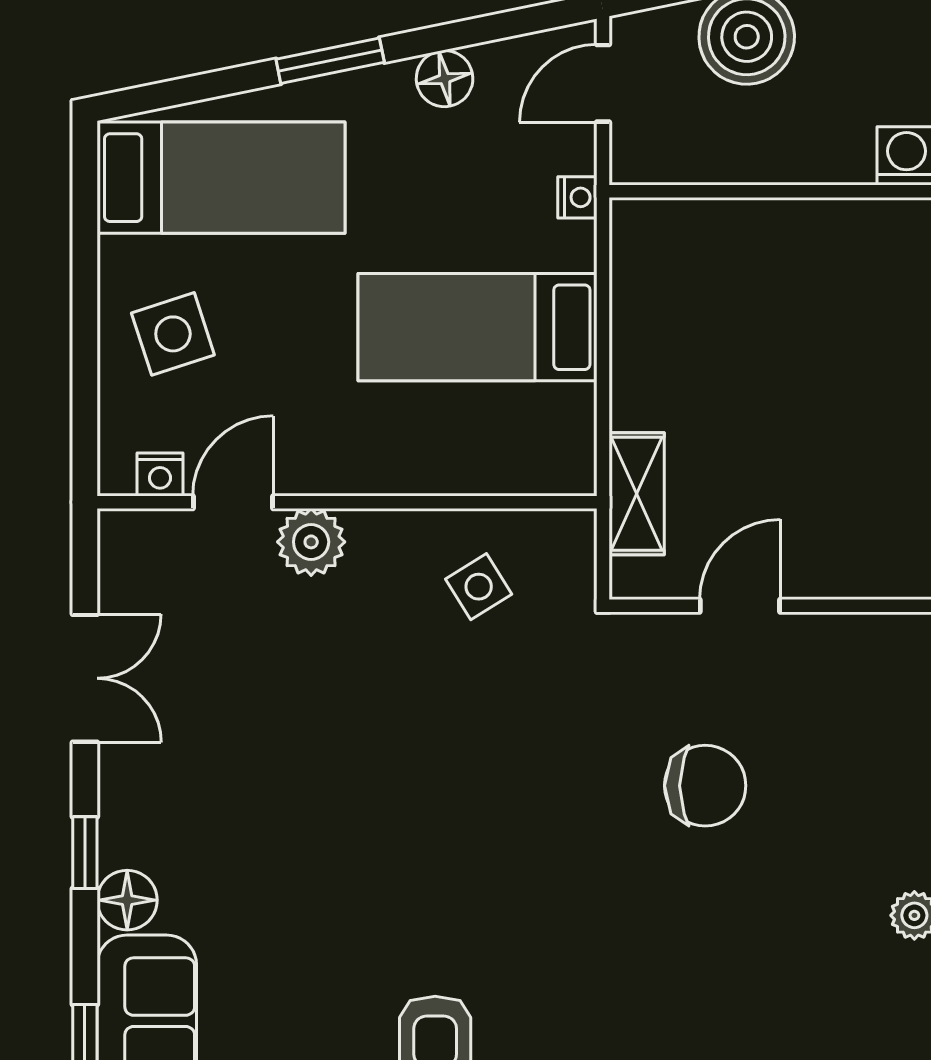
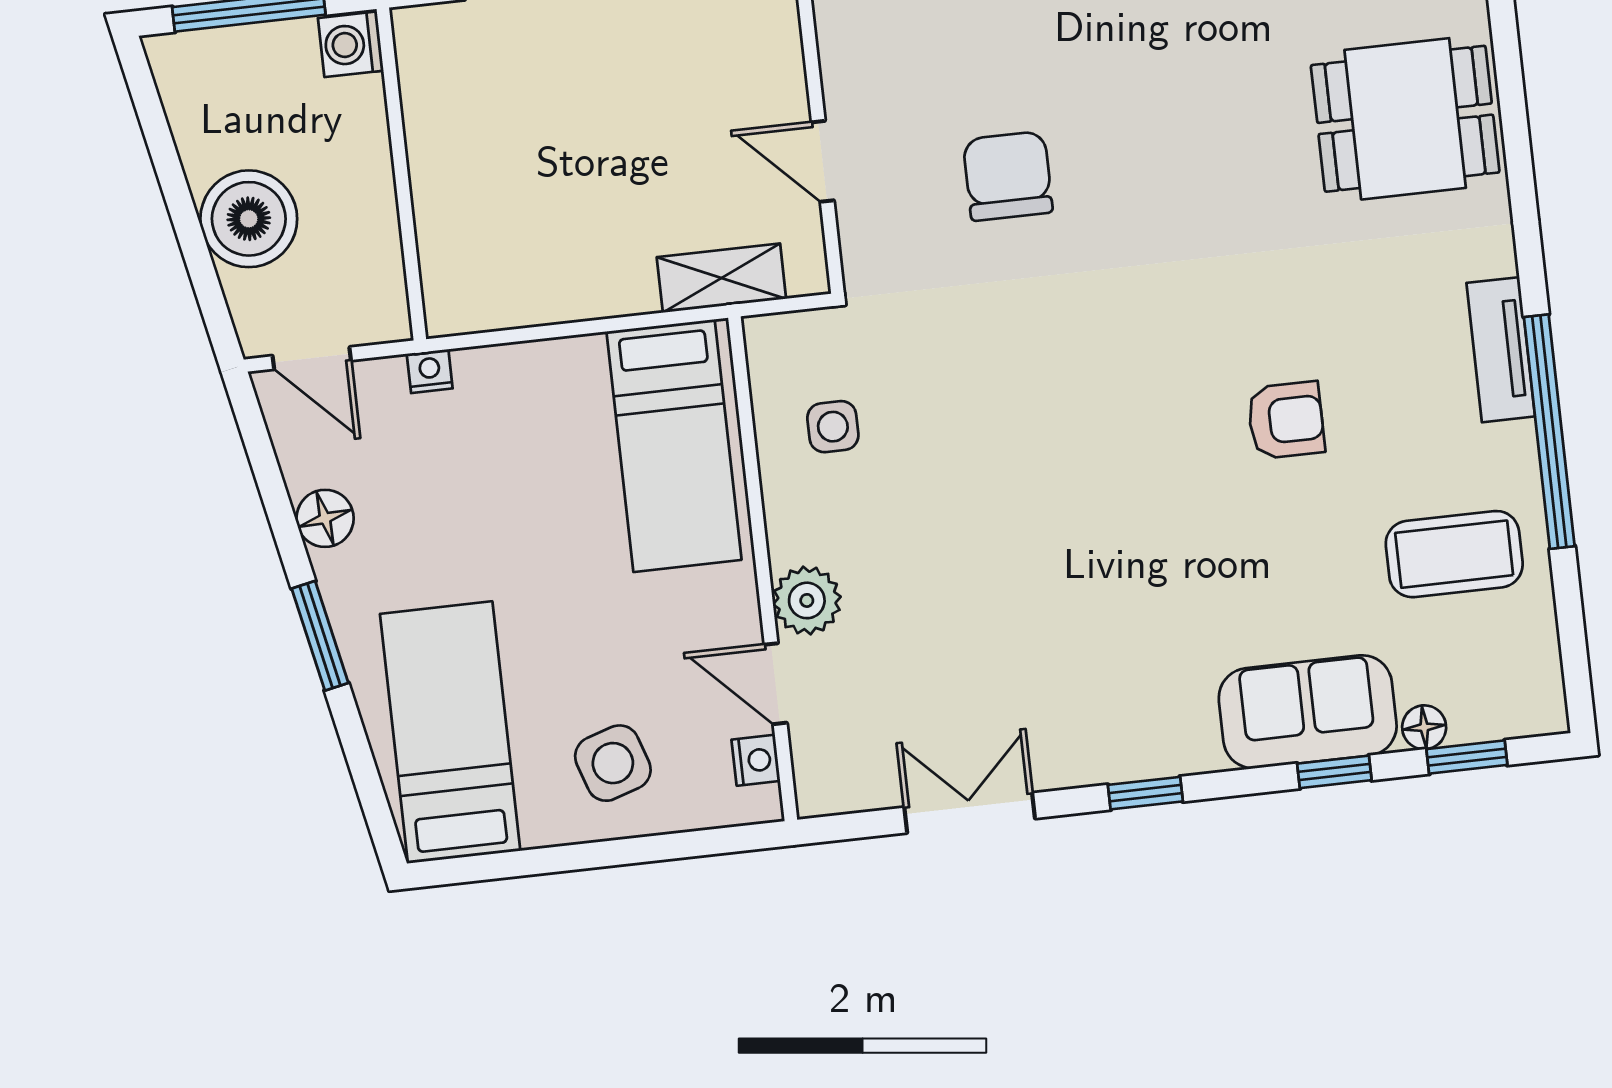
bed: (478, 327) -> (674, 446), moved
side table: (479, 587) -> (833, 427), turned 32
floor lamp: (127, 900) -> (1188, 745), removed

